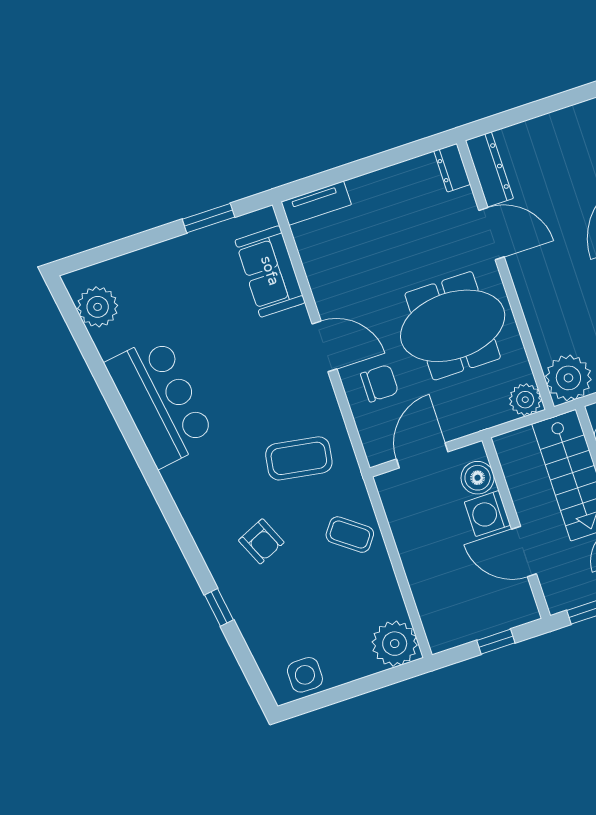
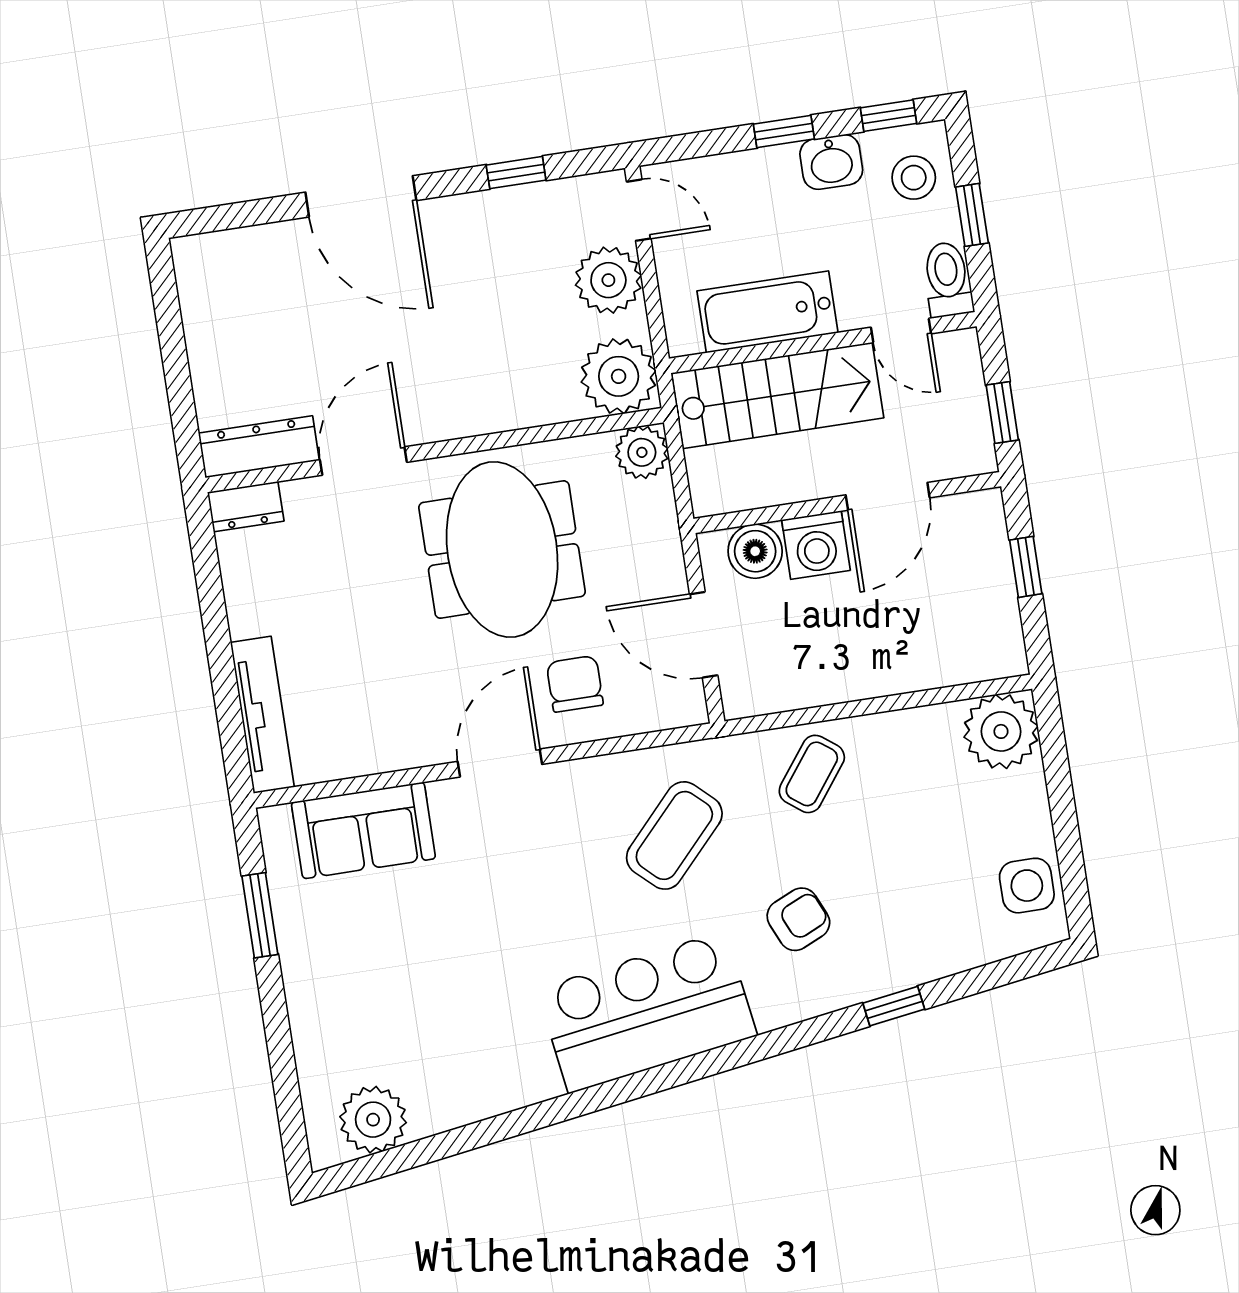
tv unit: (316, 203) -> (262, 715), width x1.41
bar counter: (160, 401) -> (647, 1012), moved
coffee table: (299, 458) -> (674, 835), turned 34

